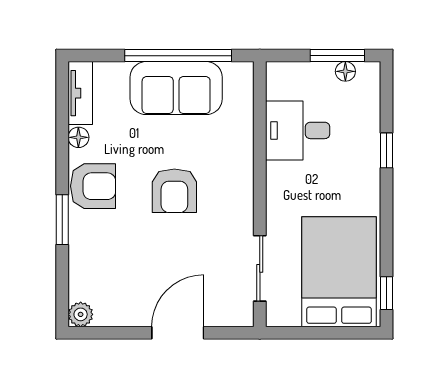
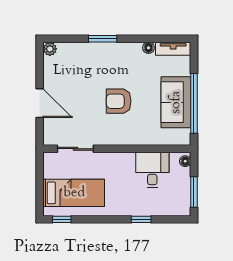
floor lamp: (345, 71) -> (185, 161), moved
armchair: (93, 186) -> (121, 56), removed
bed: (339, 272) -> (74, 193), width x0.67

